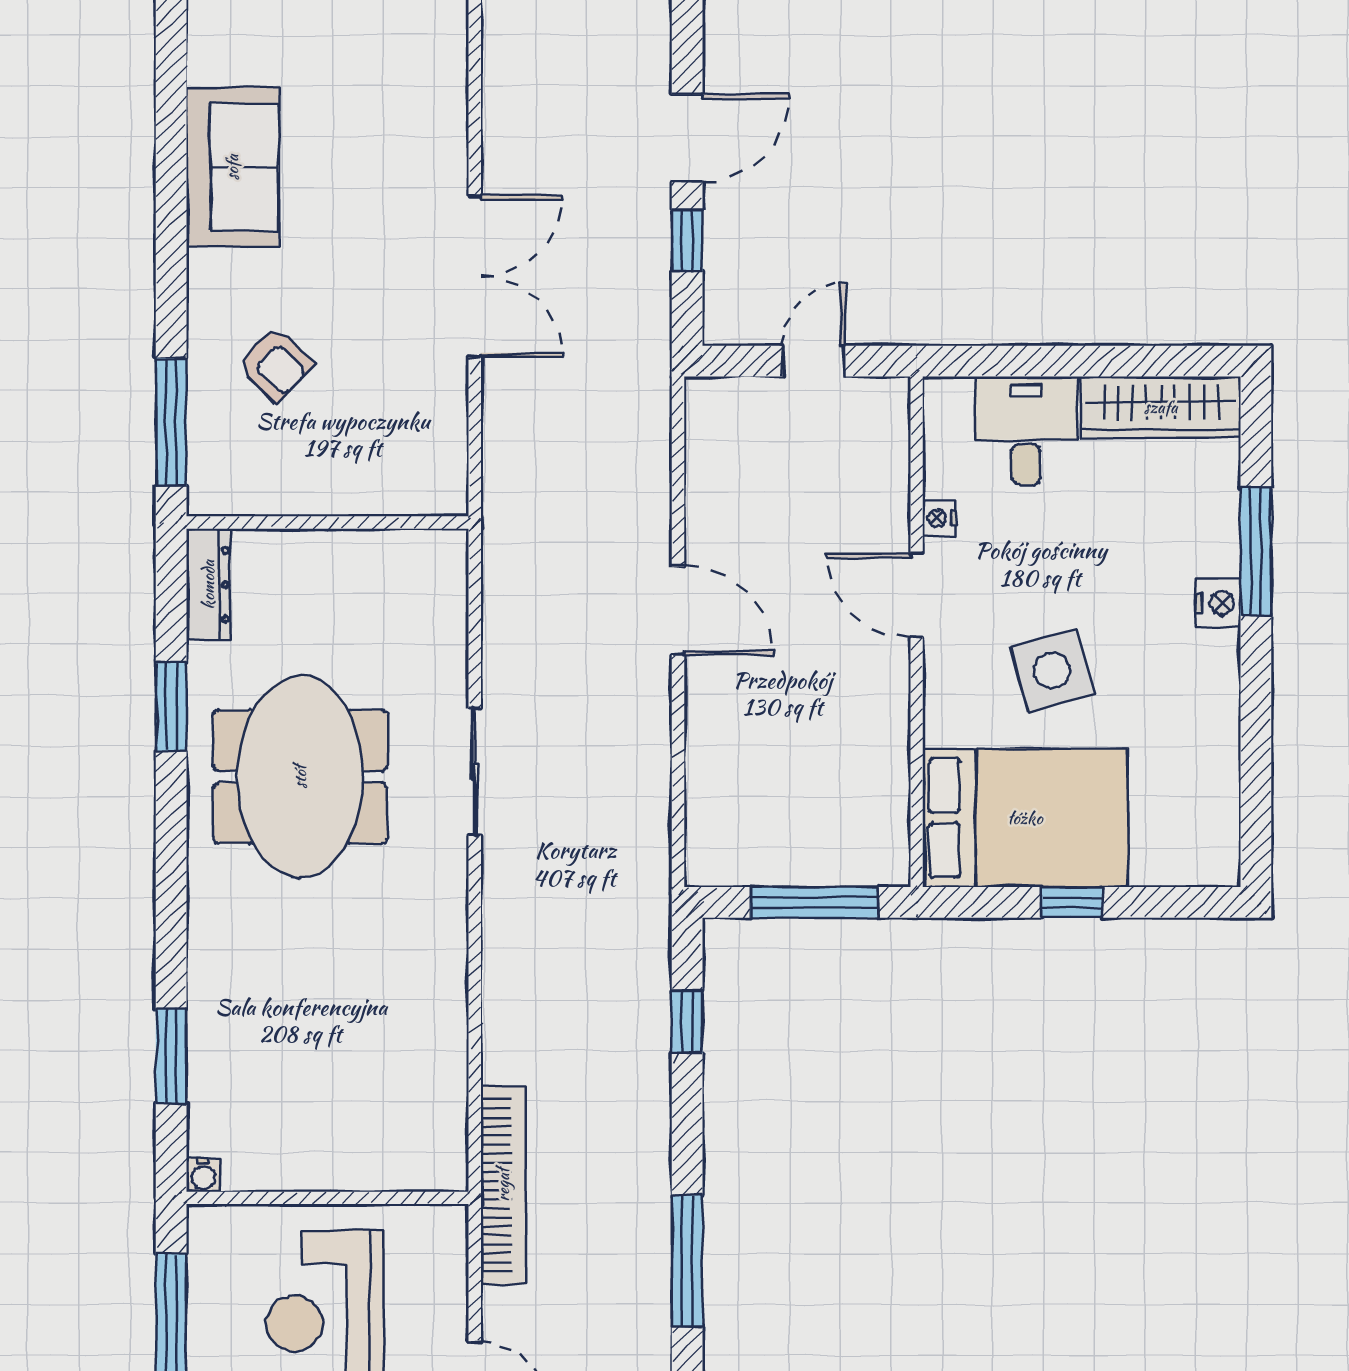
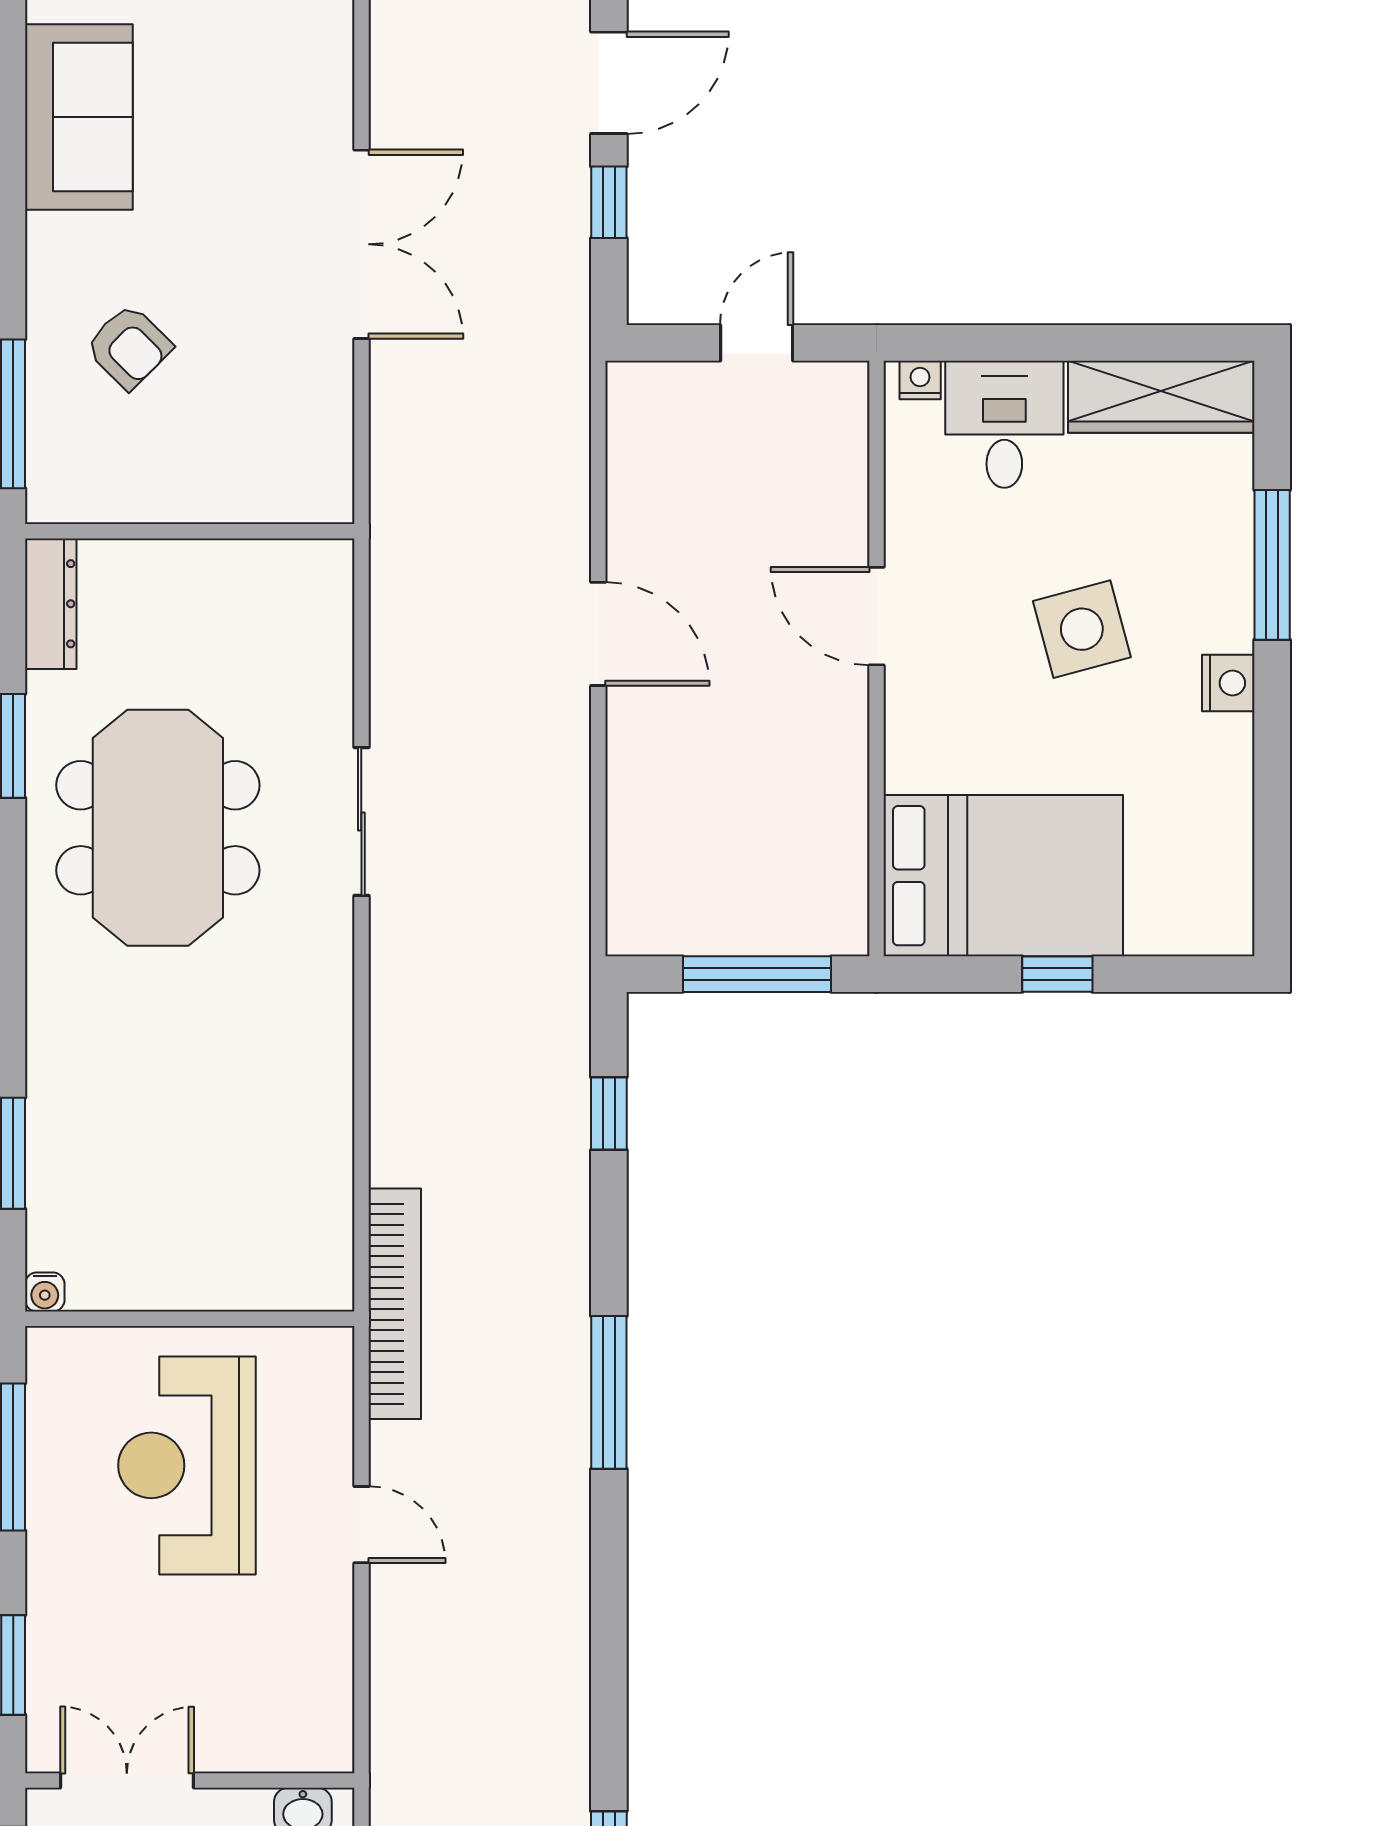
nightstand: (939, 518) -> (920, 380), moved, turned 90
nightstand: (1218, 603) -> (1228, 683), moved
side table: (1052, 671) -> (1082, 629), moved

